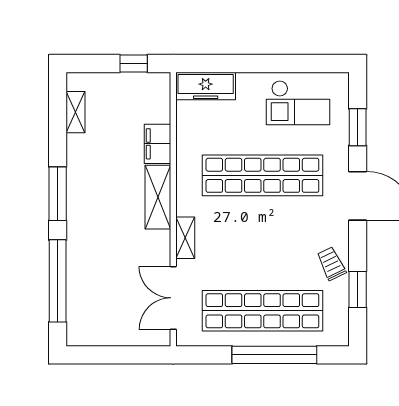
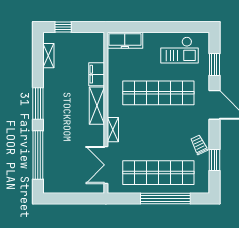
window: (134, 64) -> (63, 27), moved

